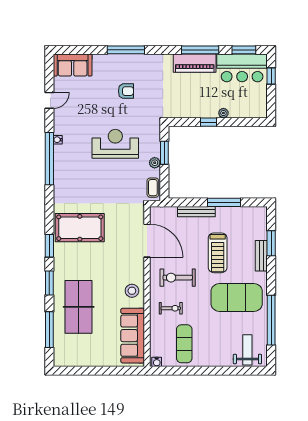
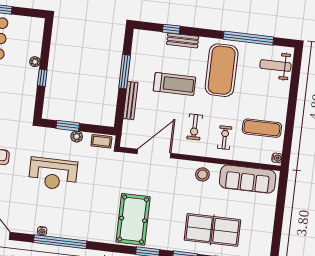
reception desk: (115, 144) -> (53, 174), turned -90
window: (271, 243) -> (171, 29), width x0.67
exercise bike: (178, 278) -> (195, 127), width x0.73, depth x0.72

